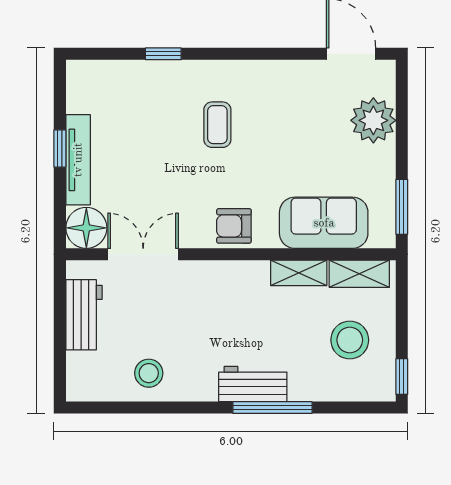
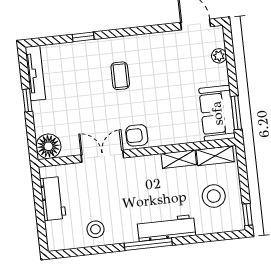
plant: (373, 120) -> (219, 56), width x0.53, depth x0.53
tv unit: (78, 160) -> (35, 73), moved
sofa: (324, 223) -> (217, 113), moved, turned -90
double door: (143, 254) -> (102, 156), moved
workbench: (253, 384) -> (166, 228), width x1.38
window: (272, 408) -> (148, 244), moved

